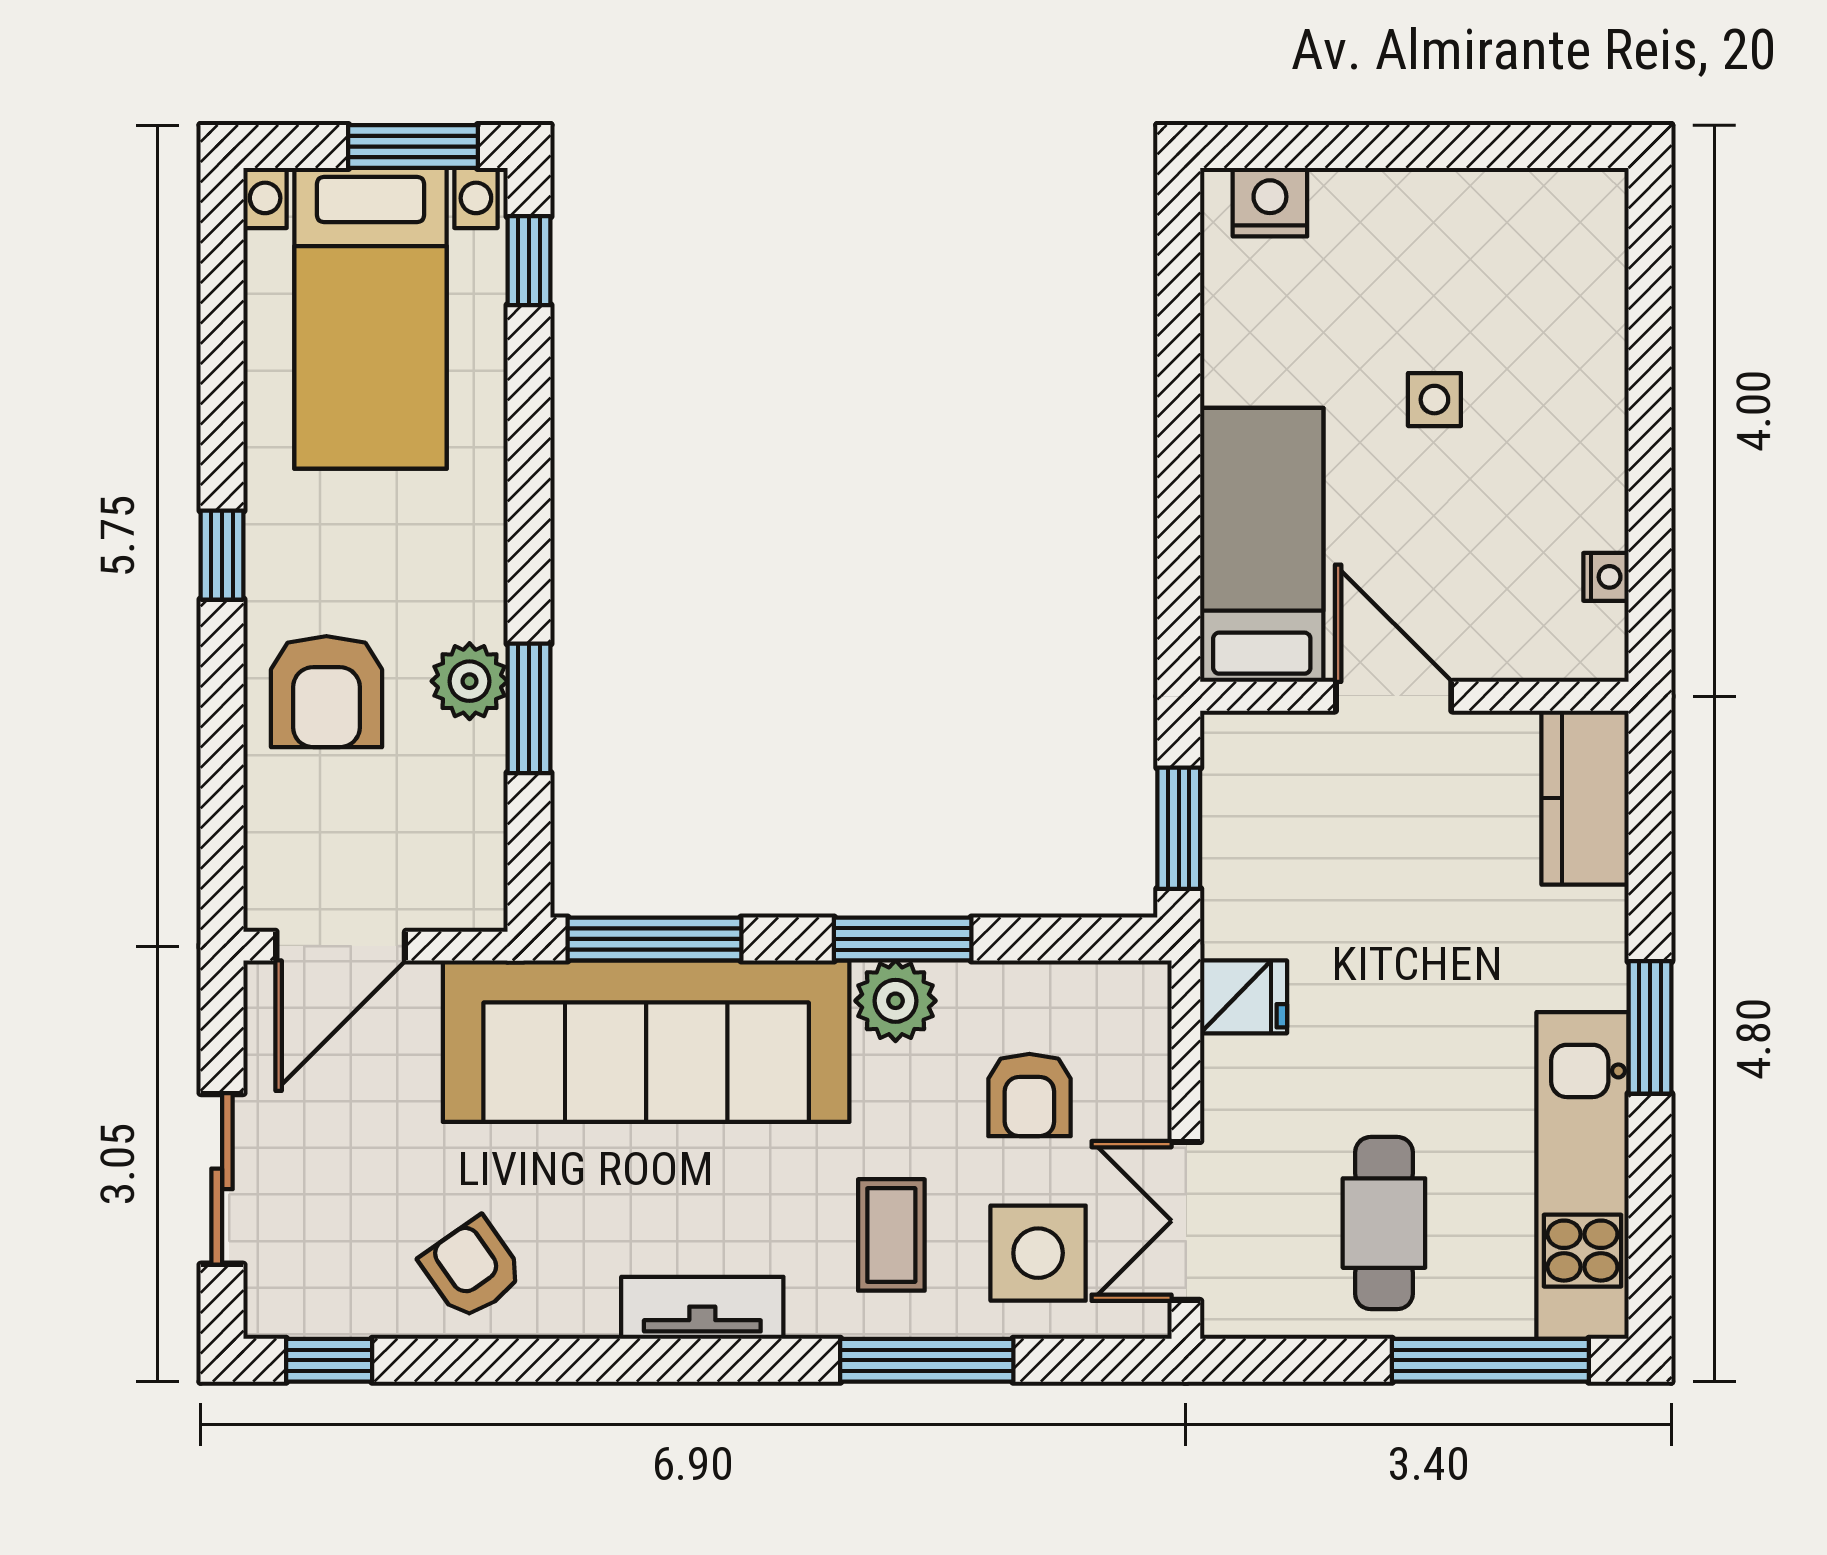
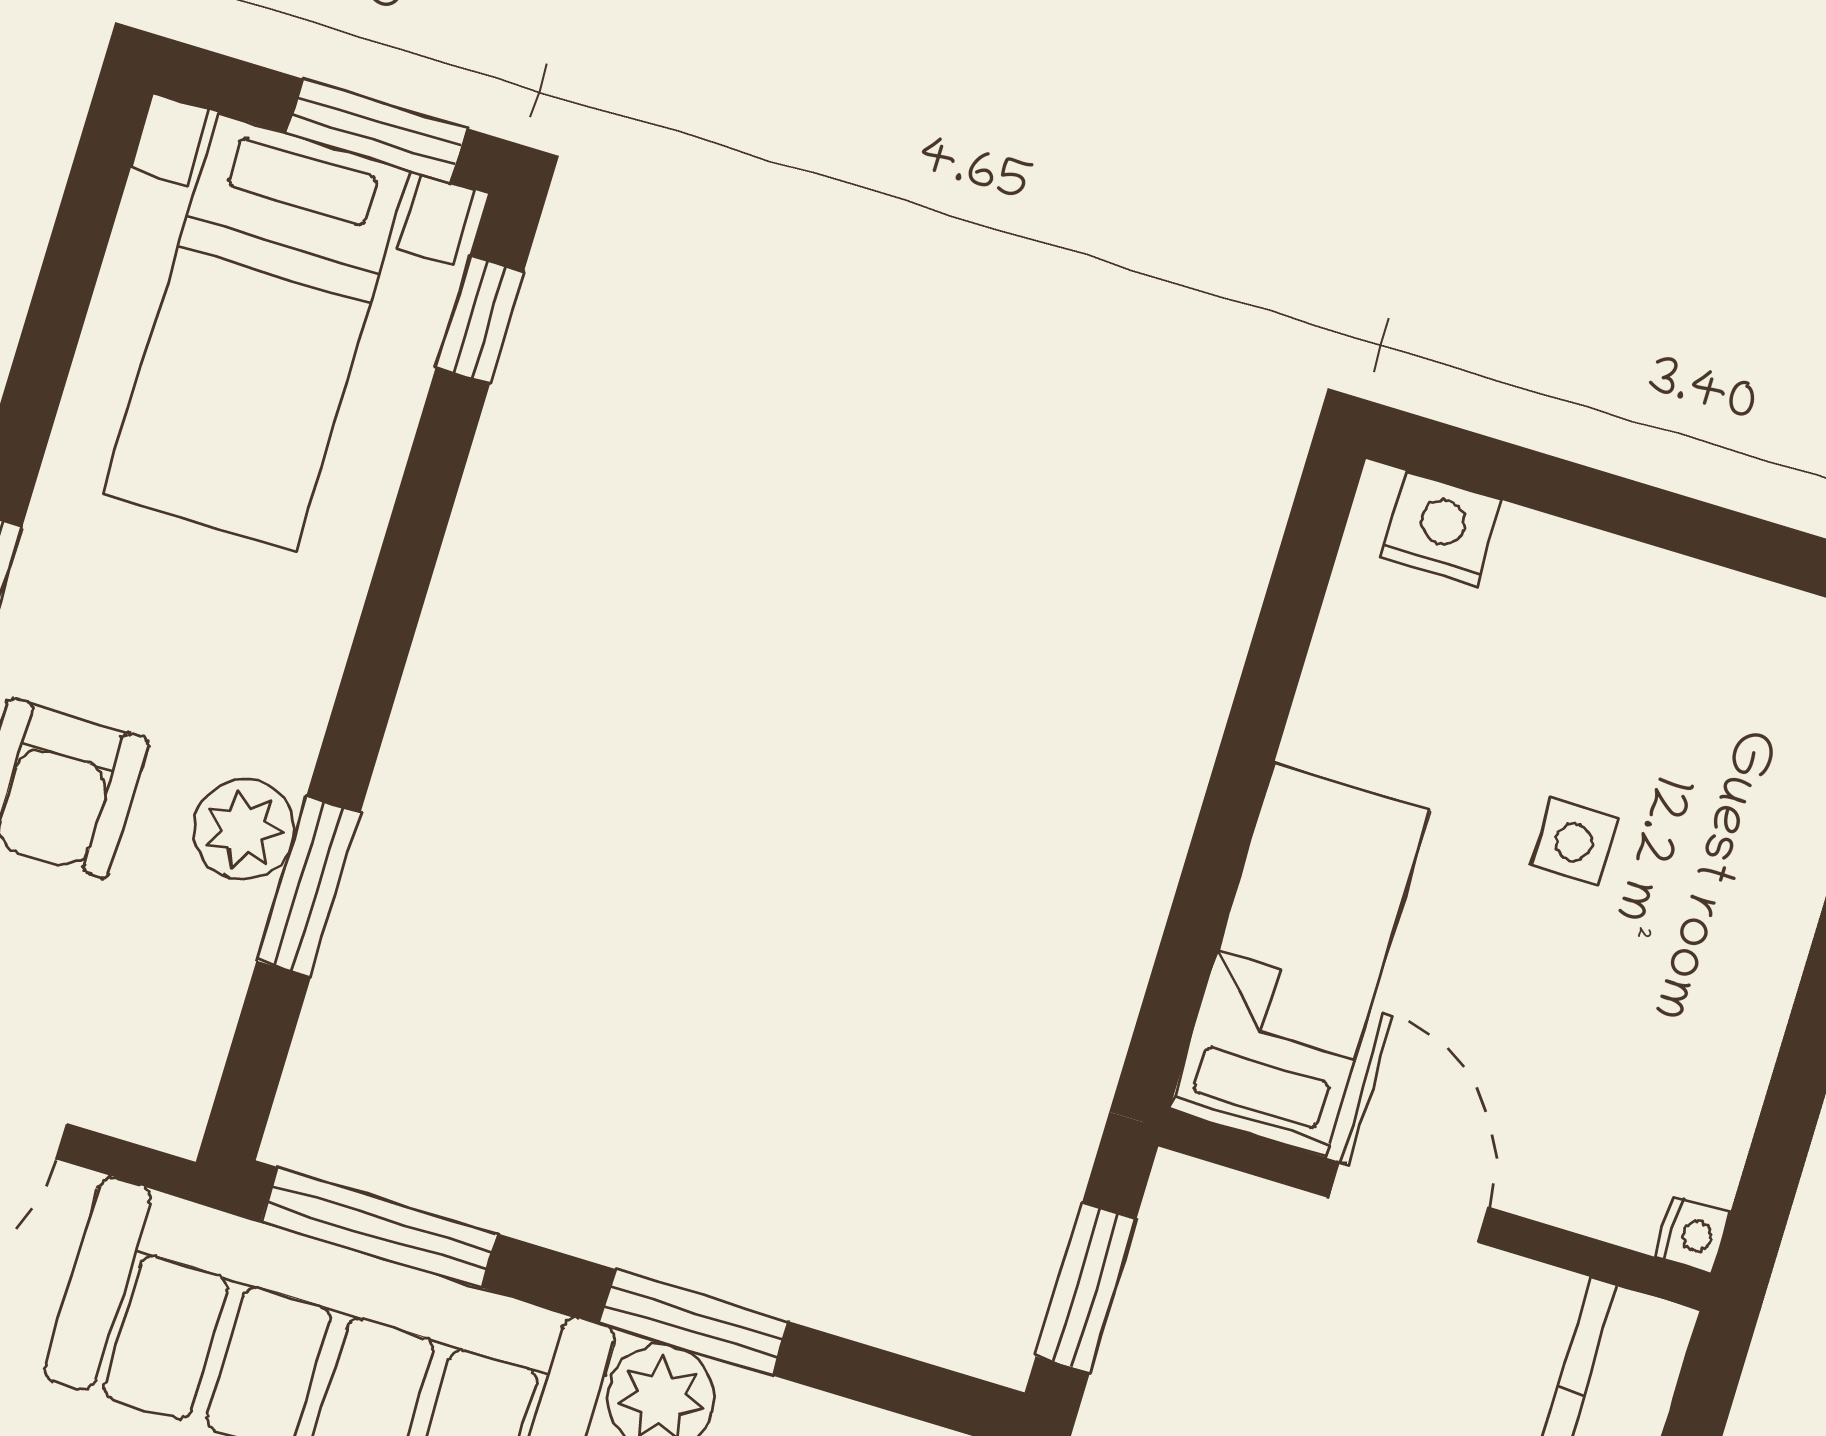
nightstand: (1606, 577) -> (1693, 1235), moved

